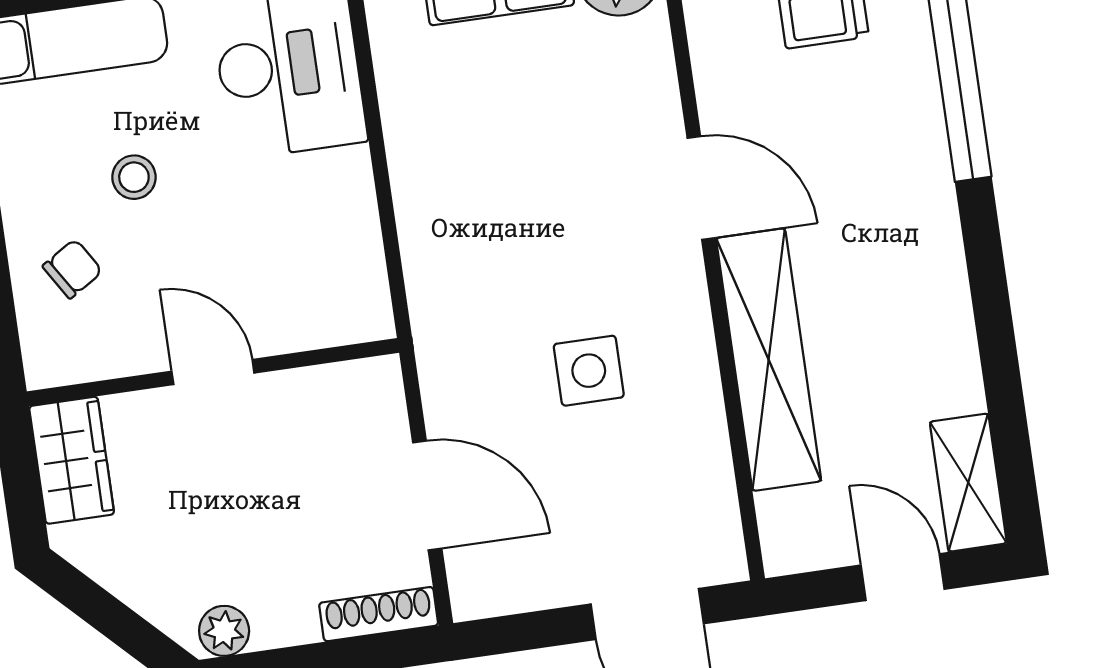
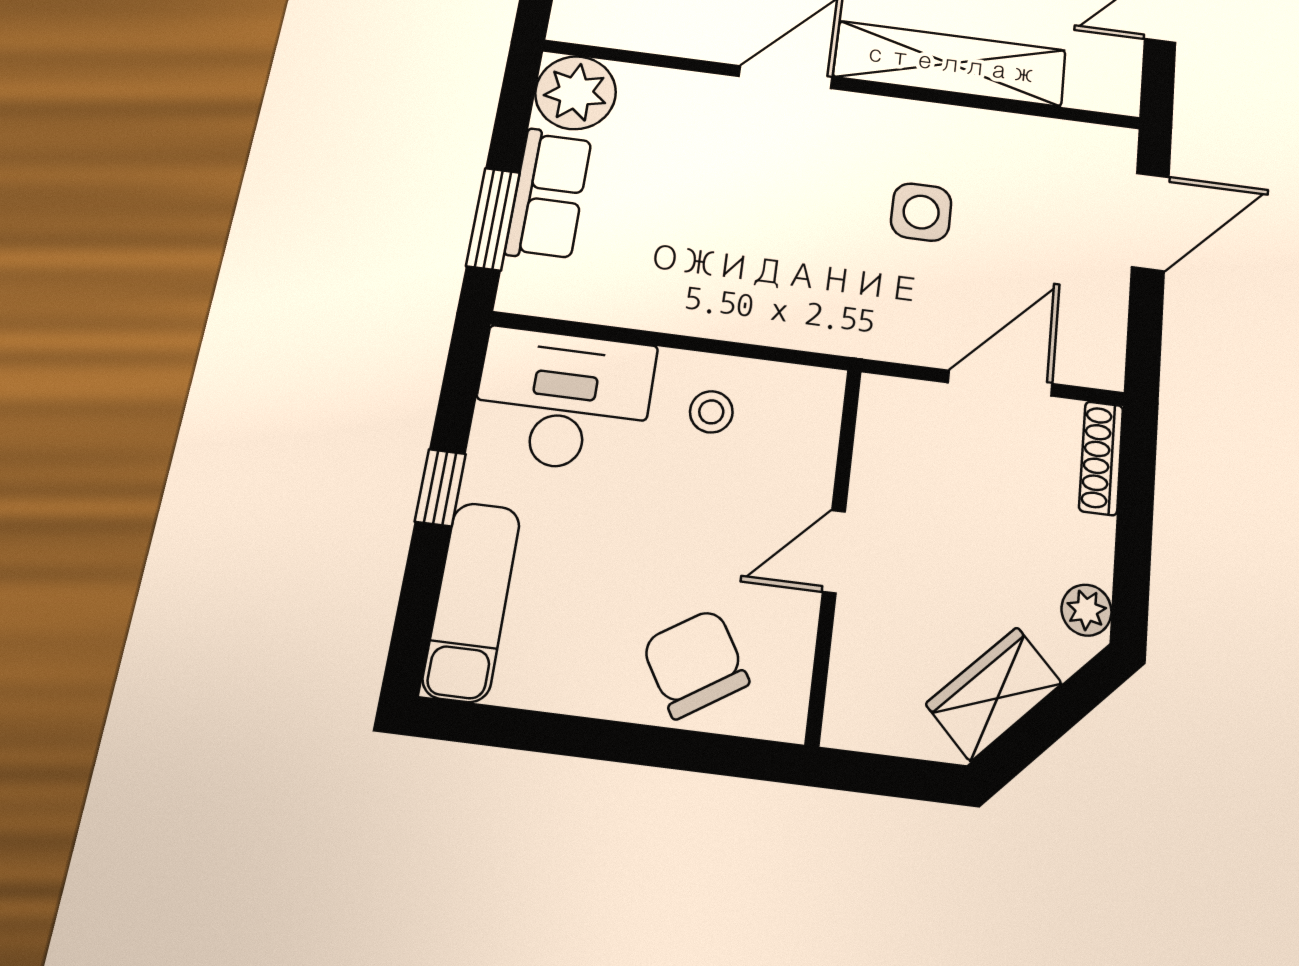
stool: (134, 177) -> (711, 412), moved
chair: (72, 269) -> (695, 663), width x1.87, depth x1.87
wardrobe: (72, 460) -> (994, 694), moved, turned -45

